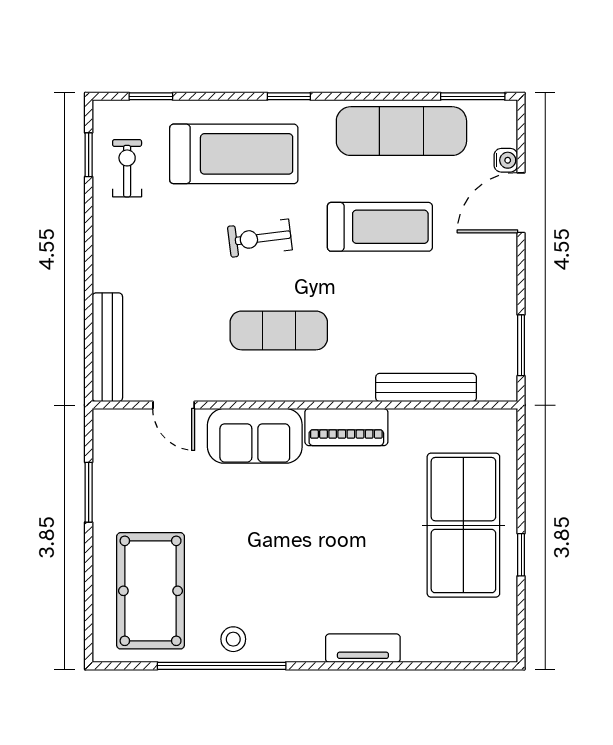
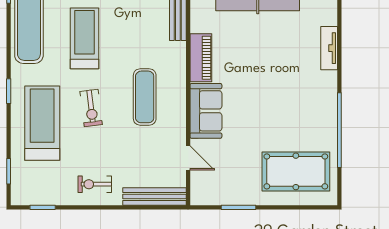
exercise bike: (127, 168) -> (95, 184), moved
door: (174, 405) -> (188, 158), hinge flipped
stool: (233, 639) -> (324, 123), removed

